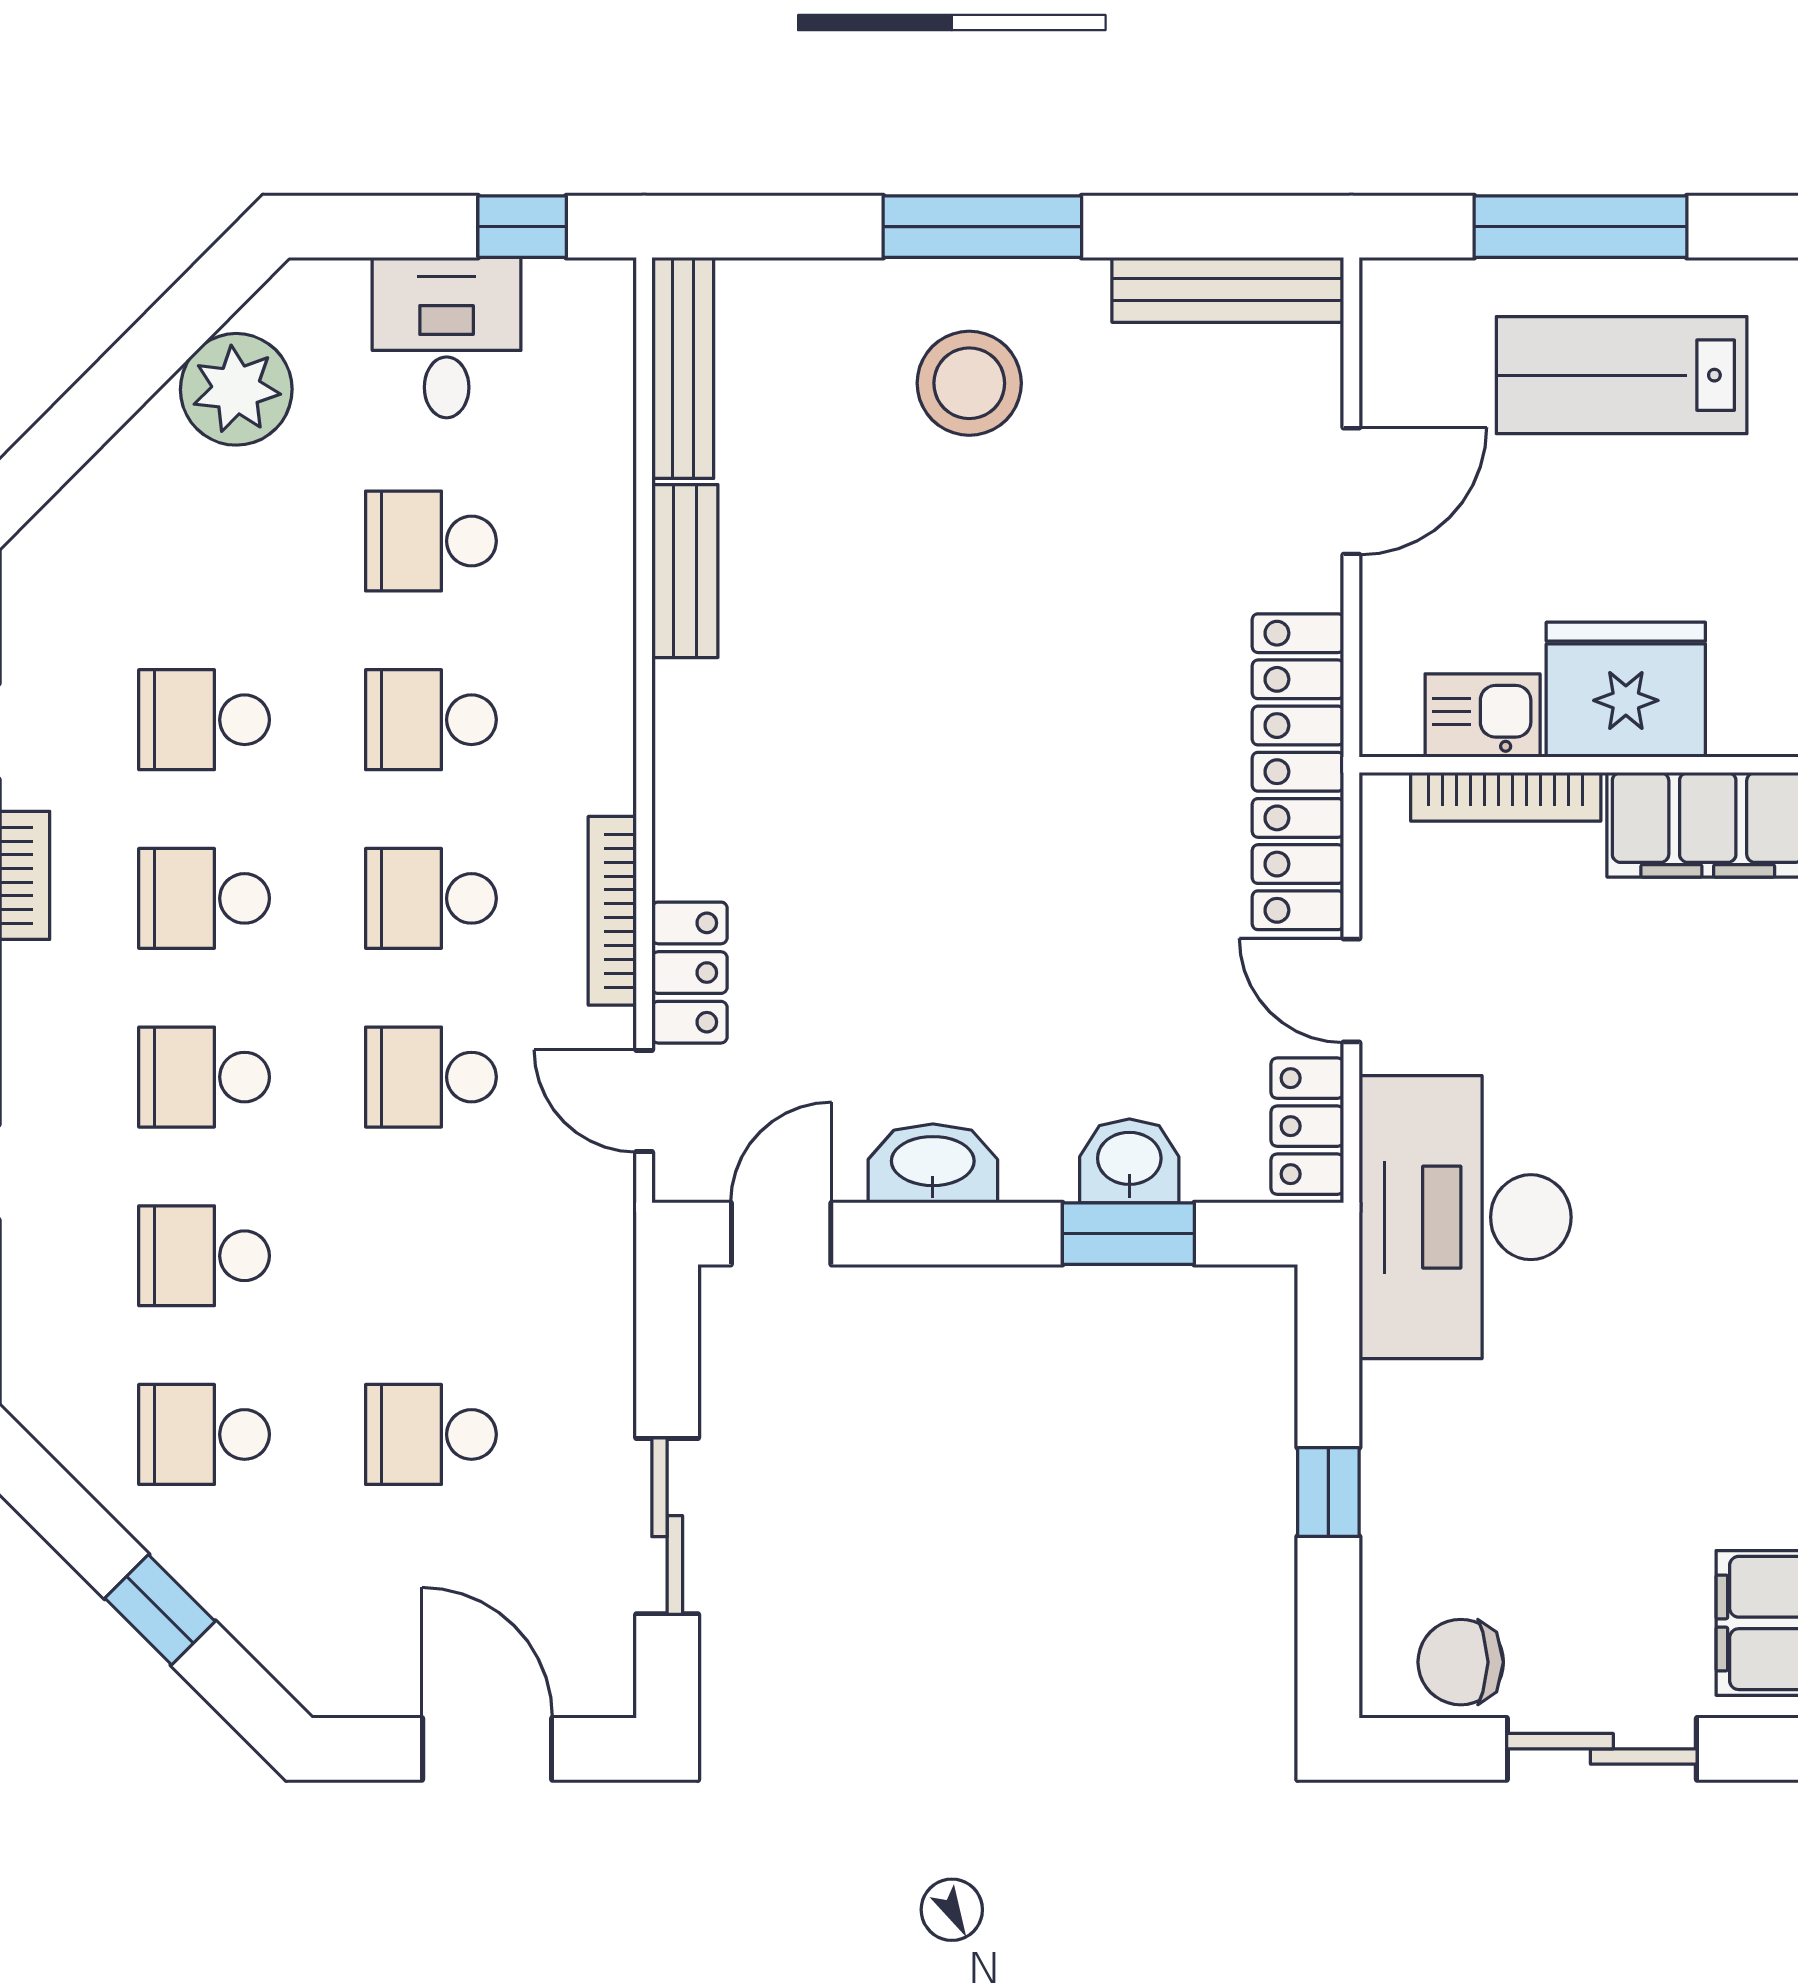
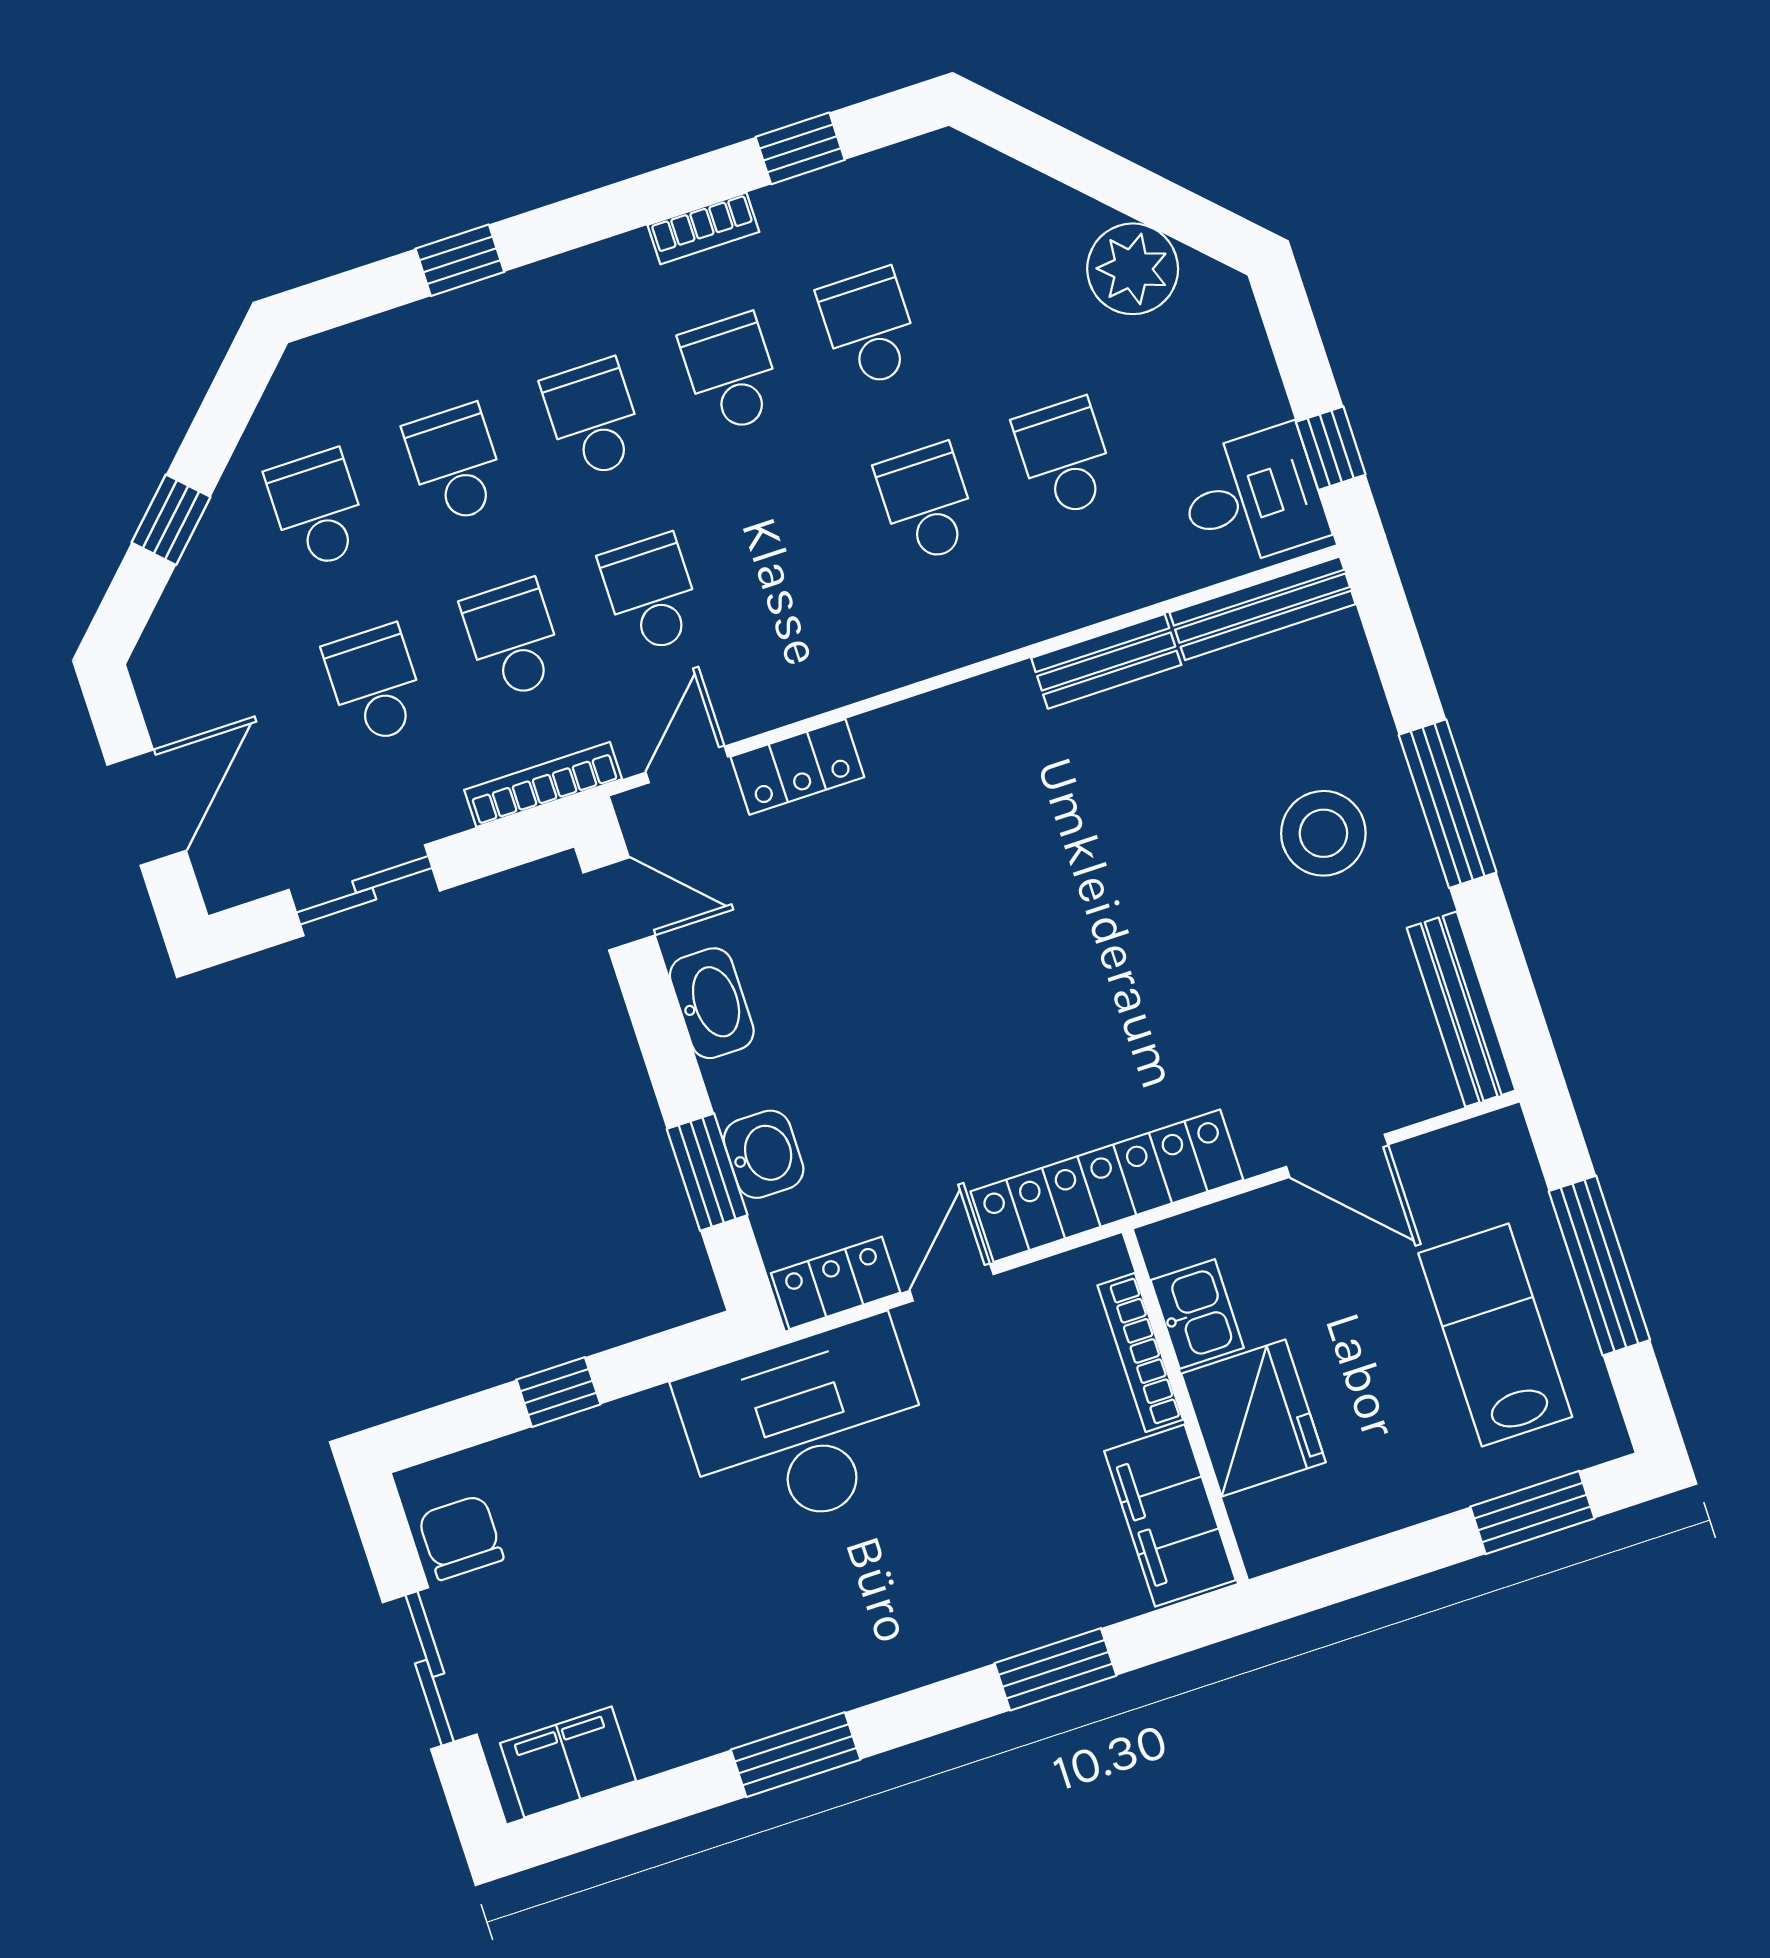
desk: (447, 338) -> (1252, 497), moved
school desk: (431, 898) -> (513, 639), moved
bookcase: (612, 911) -> (543, 784), moved

